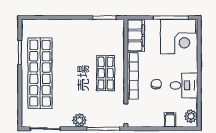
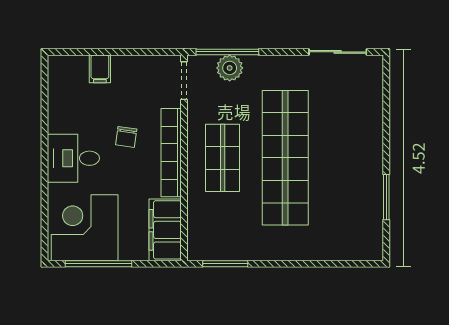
shop shelf: (40, 73) -> (285, 158), moved
desk: (184, 85) -> (73, 158), moved
plant: (191, 116) -> (60, 76), removed
plant: (79, 120) -> (230, 68), moved

